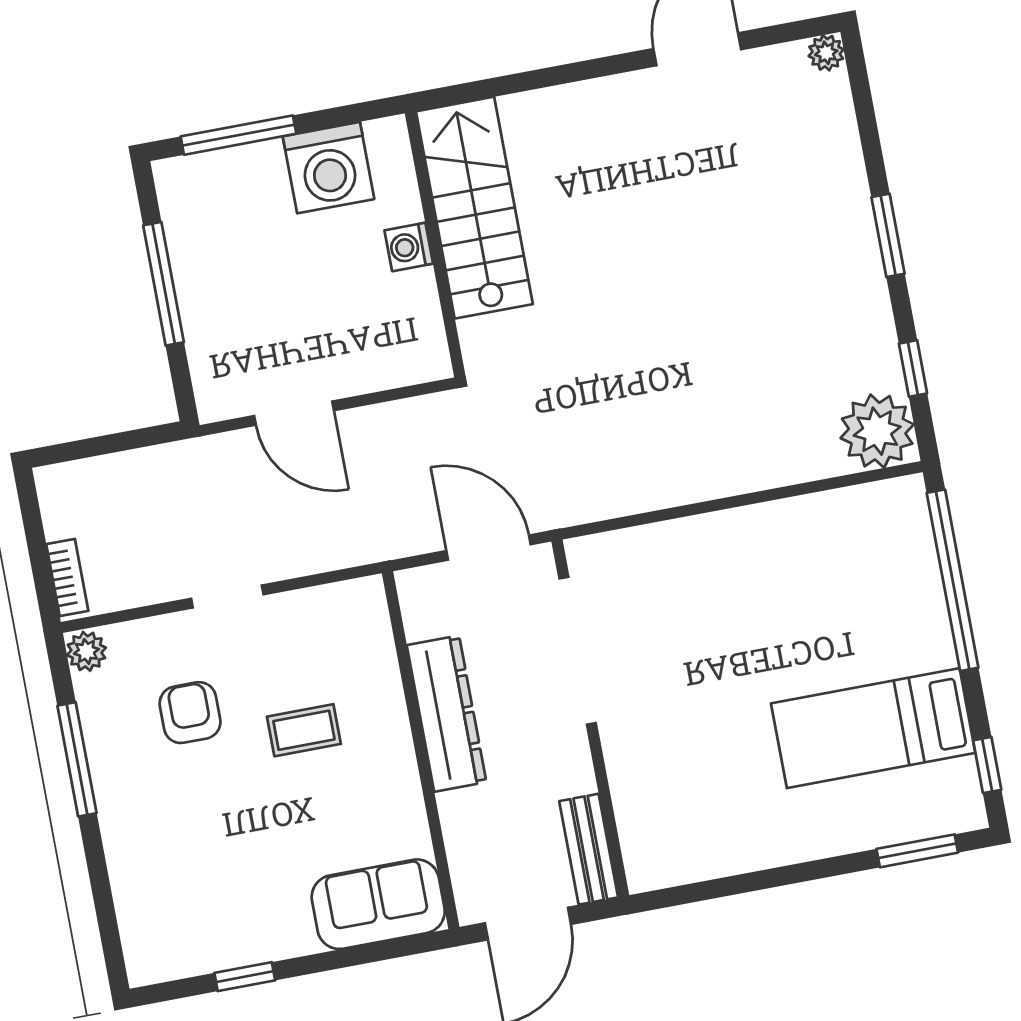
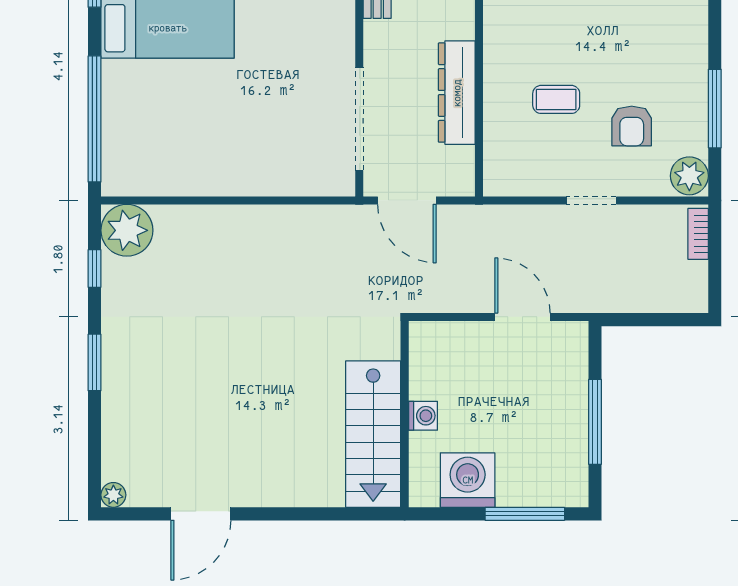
plant: (86, 651) -> (689, 176), width x1.38, depth x1.38

